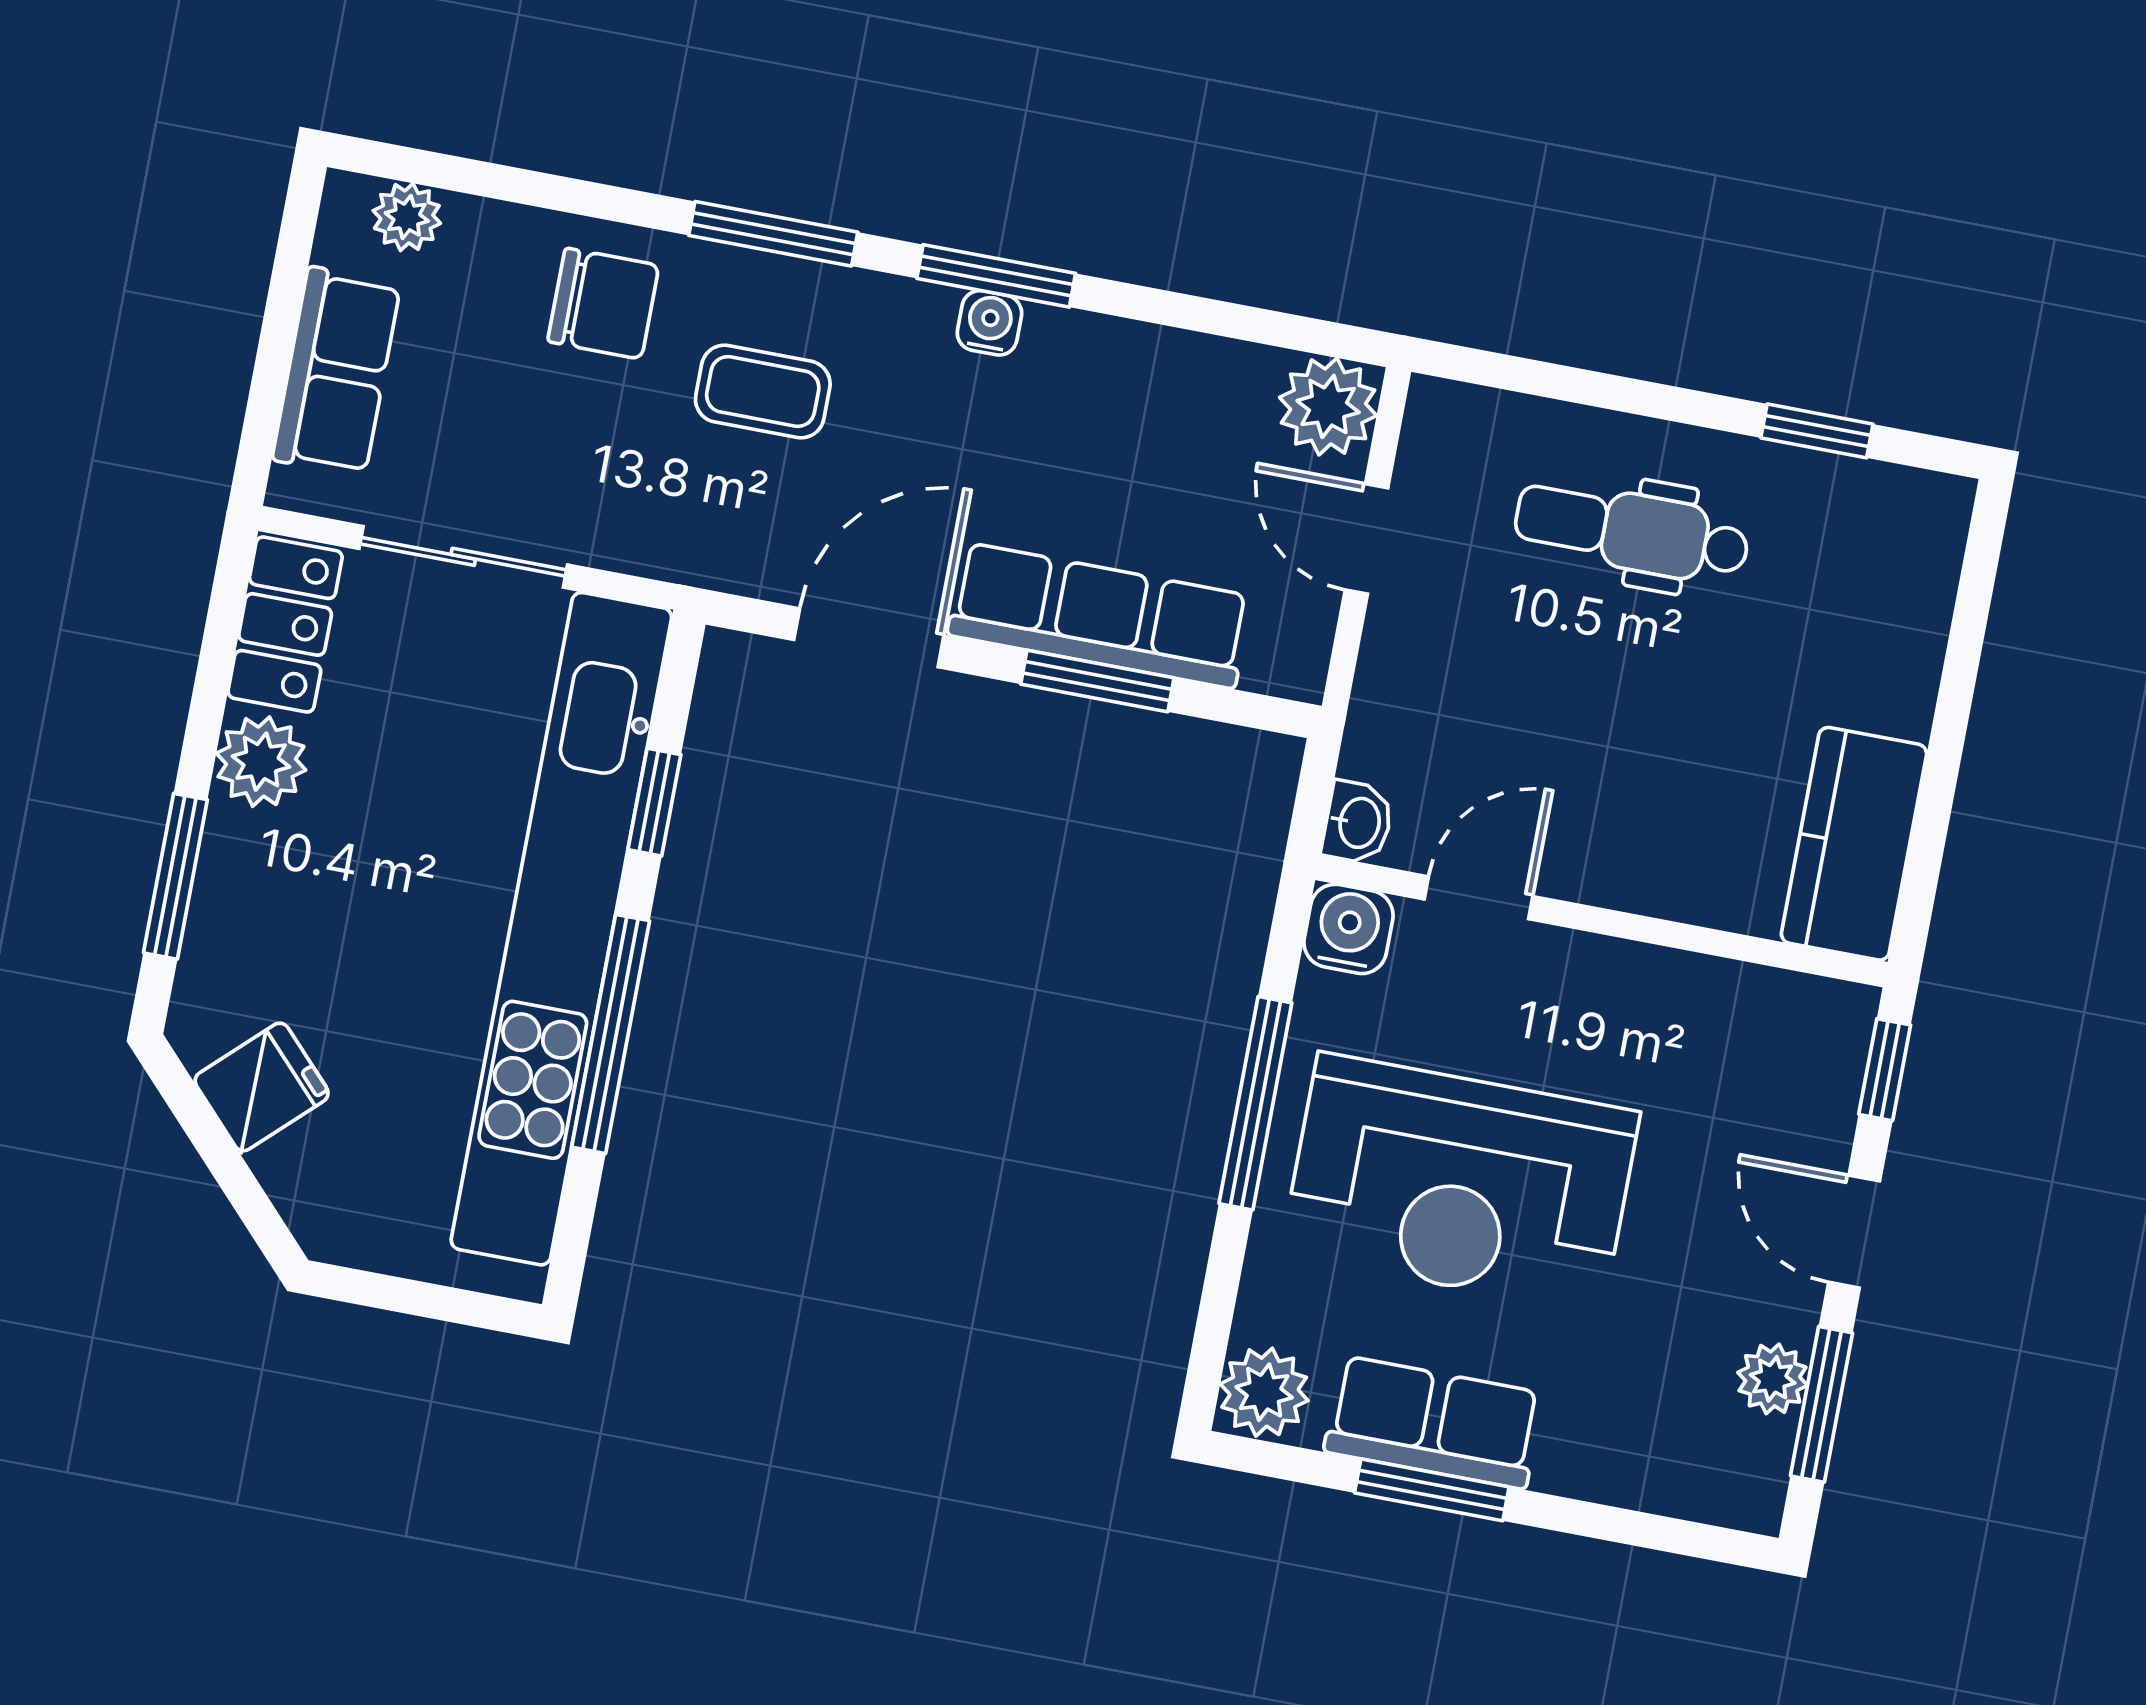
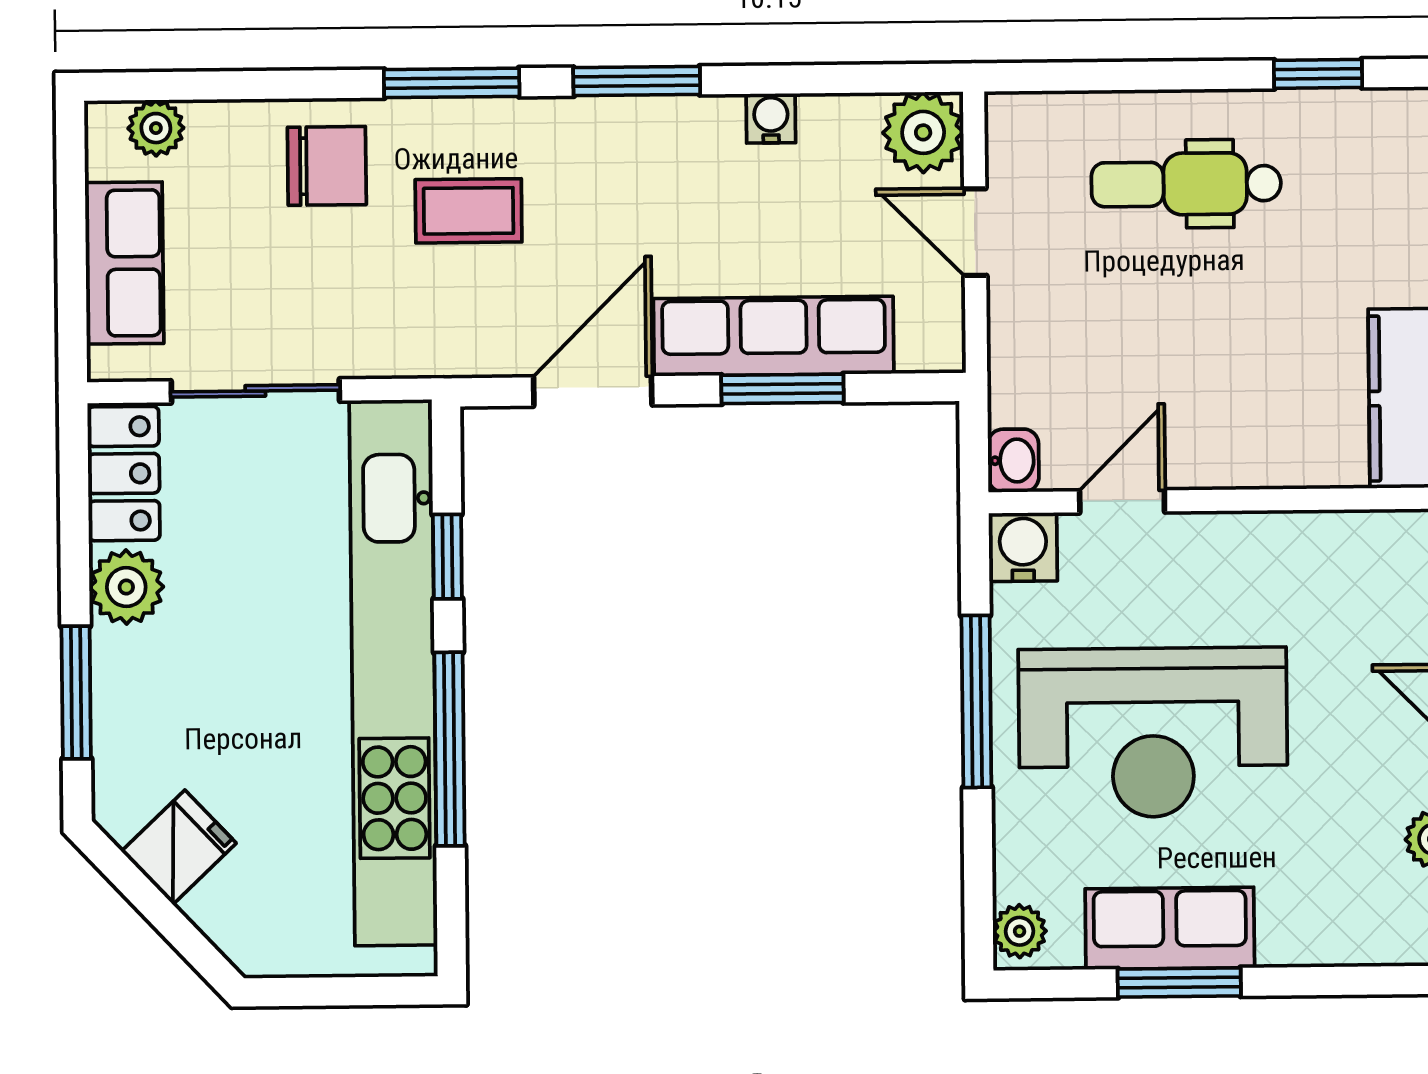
water cooler: (989, 323) -> (771, 118), moved
plant: (1264, 1392) -> (1020, 931), width x0.73, depth x0.73

